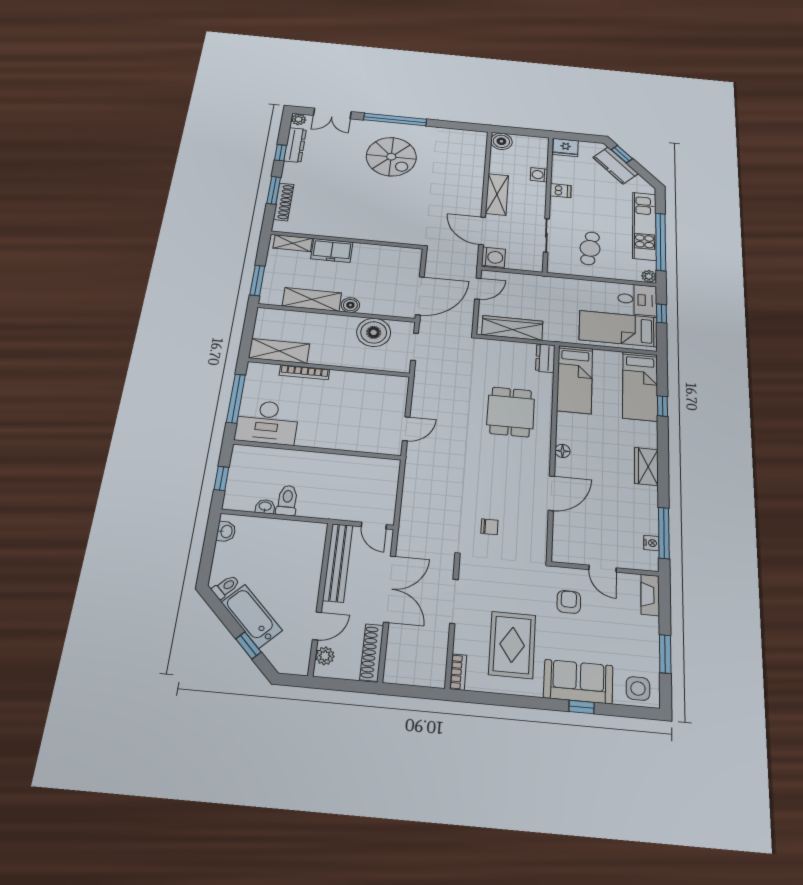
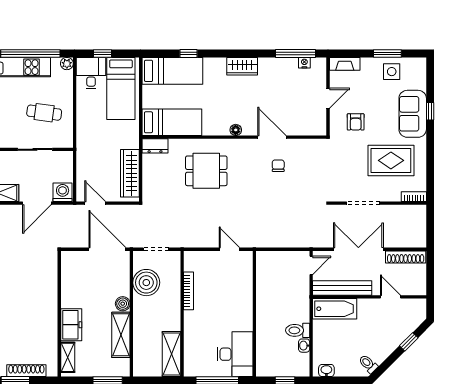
bookcase: (304, 372) -> (189, 291), moved
chair: (489, 527) -> (278, 166), moved
armchair: (569, 602) -> (356, 122), turned -90
bathtub: (252, 616) -> (335, 309), moved, turned -135
plant: (325, 656) -> (411, 289), removed
side table: (638, 688) -> (392, 72), moved

